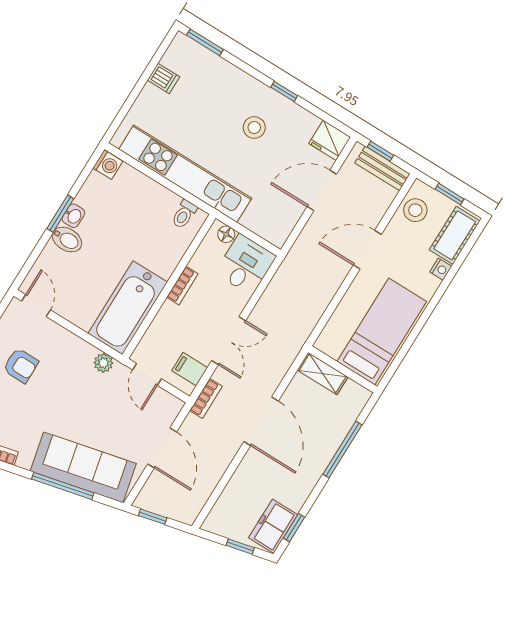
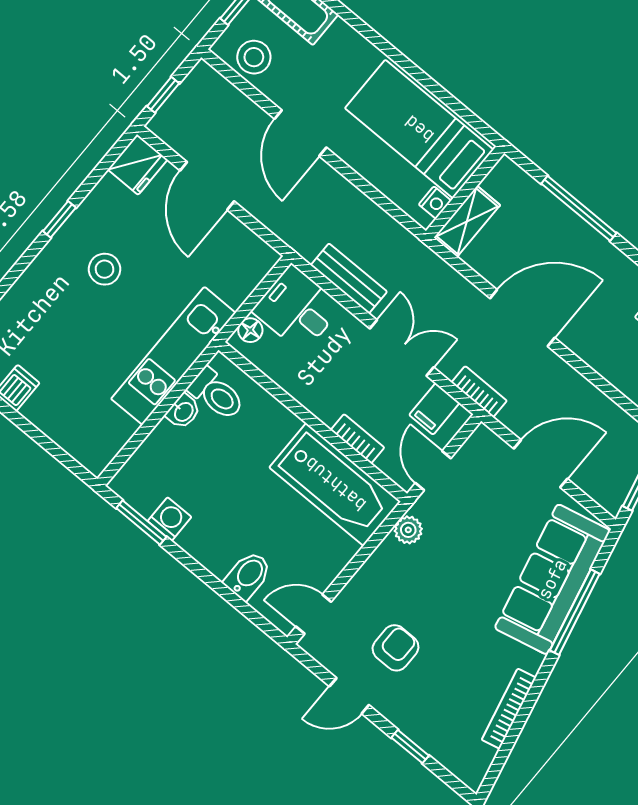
washing machine: (108, 165) -> (170, 519), moved
bench: (383, 168) -> (349, 278), moved, turned 90
kitchen unit: (185, 174) -> (173, 356), width x0.73
window: (60, 214) -> (141, 523), moved
toilet: (184, 214) -> (216, 394), width x1.37, depth x1.39
washbasin: (73, 216) -> (183, 411), moved, turned 90
bidet: (67, 239) -> (248, 575), moved
nightstand: (441, 269) -> (435, 203), moved, turned 90
bookcase: (182, 285) -> (357, 439), moved
door: (147, 374) -> (433, 471), swing flipped

